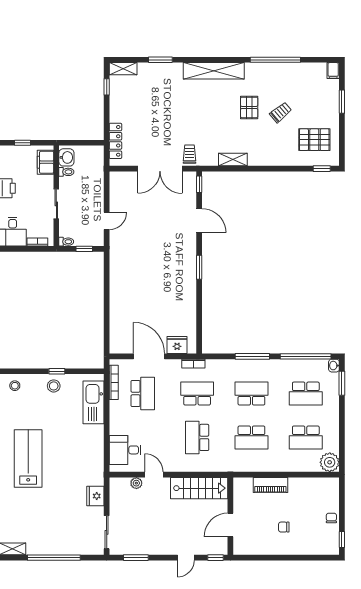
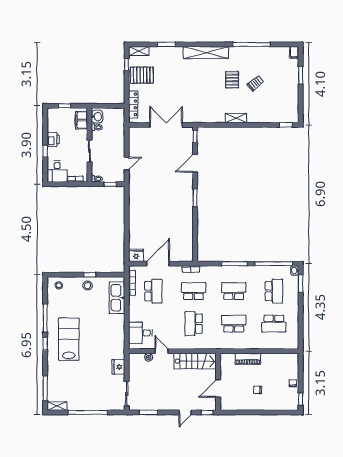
pallet: (314, 140) -> (142, 75), moved
trolley: (189, 154) -> (188, 114), removed
shelving: (233, 159) -> (236, 118), moved
double door: (160, 169) -> (166, 125), swing flipped
door: (199, 221) -> (195, 163), swing flipped
fridge: (177, 345) -> (136, 255), moved
door: (149, 356) -> (158, 264), hinge flipped
school desk: (306, 394) -> (274, 291), turned -90
school desk: (251, 437) -> (234, 324), turned 180
plant: (330, 462) -> (291, 342), removed

